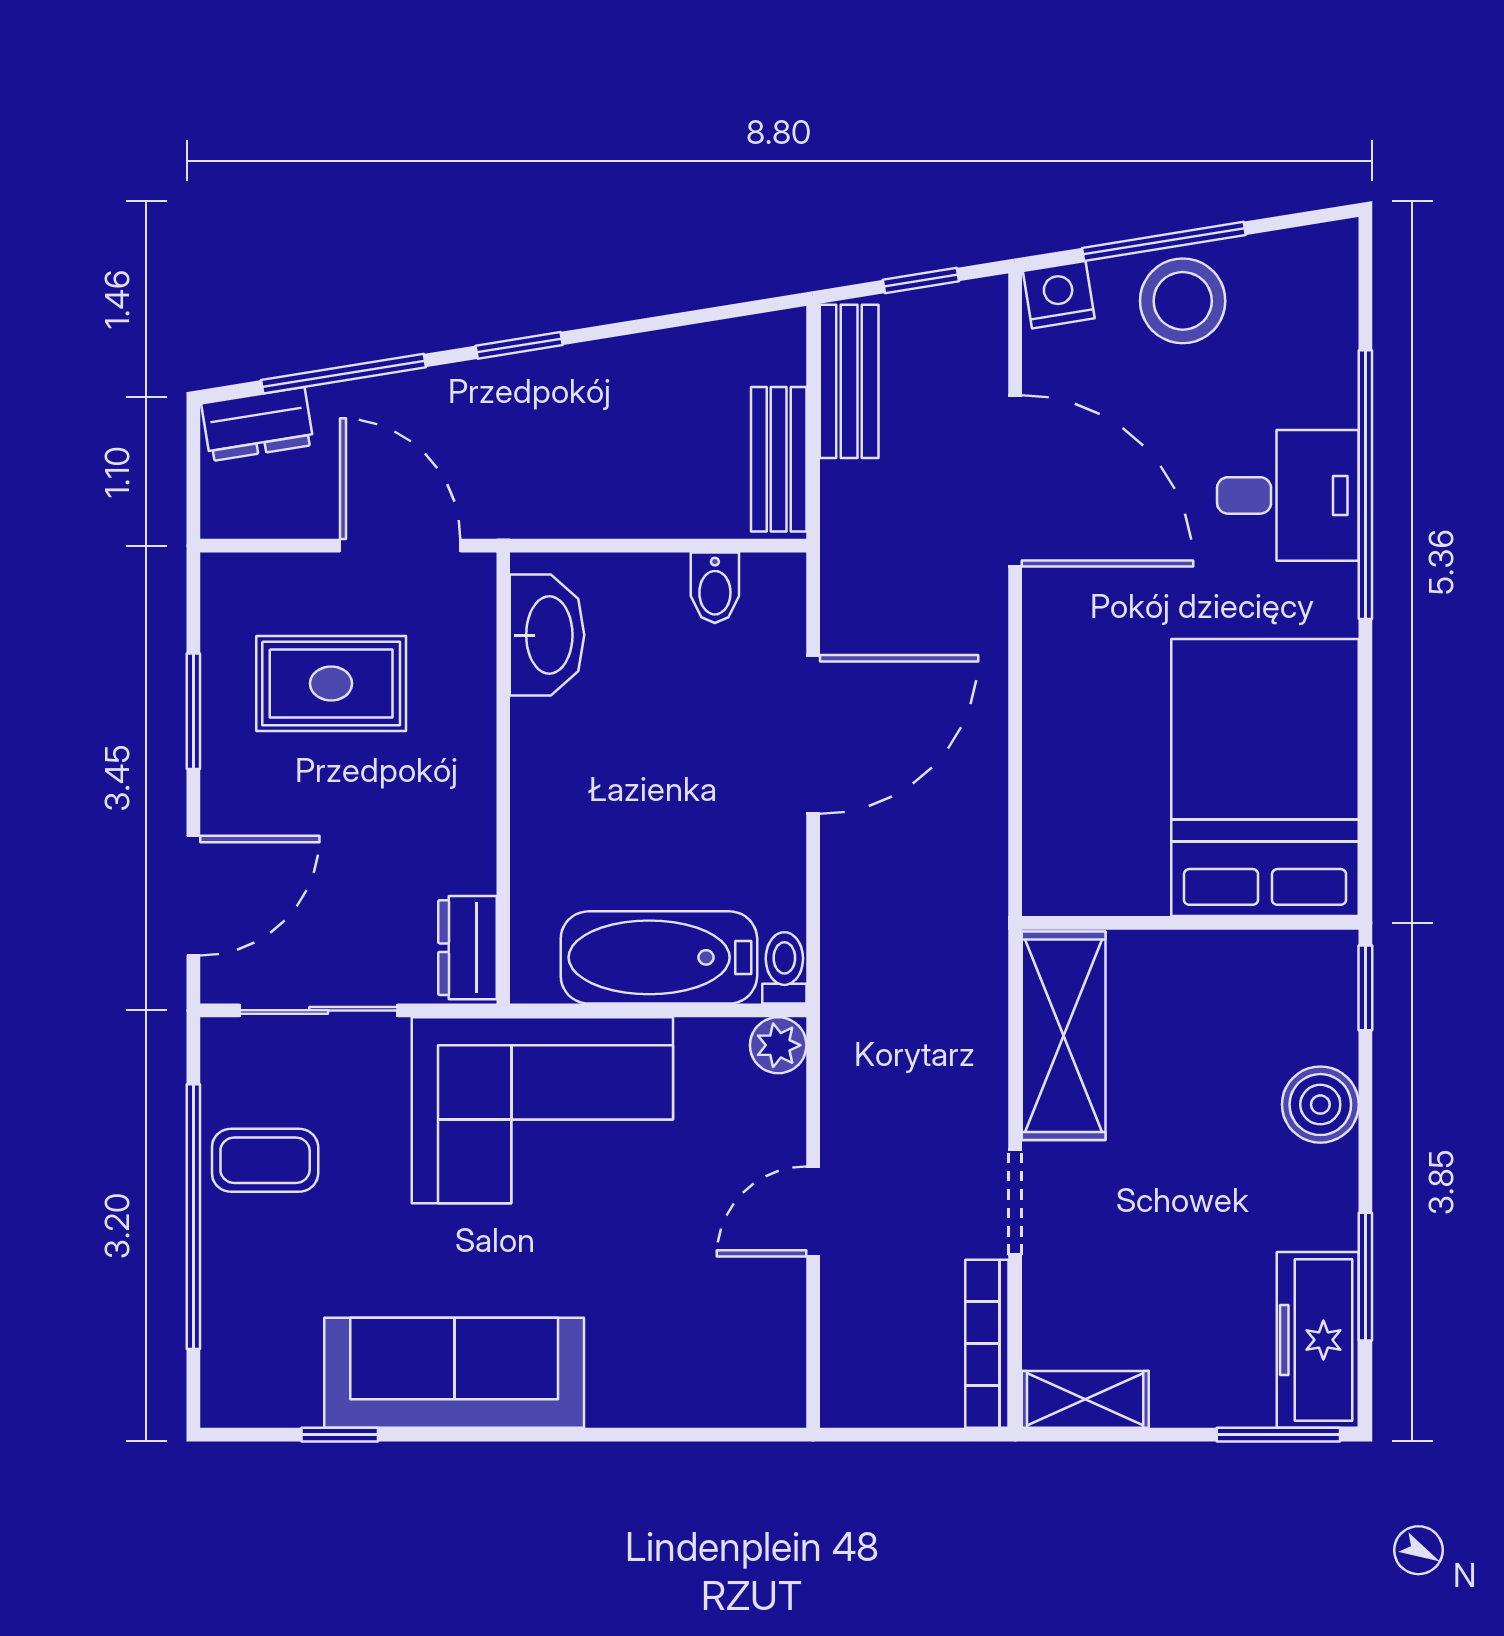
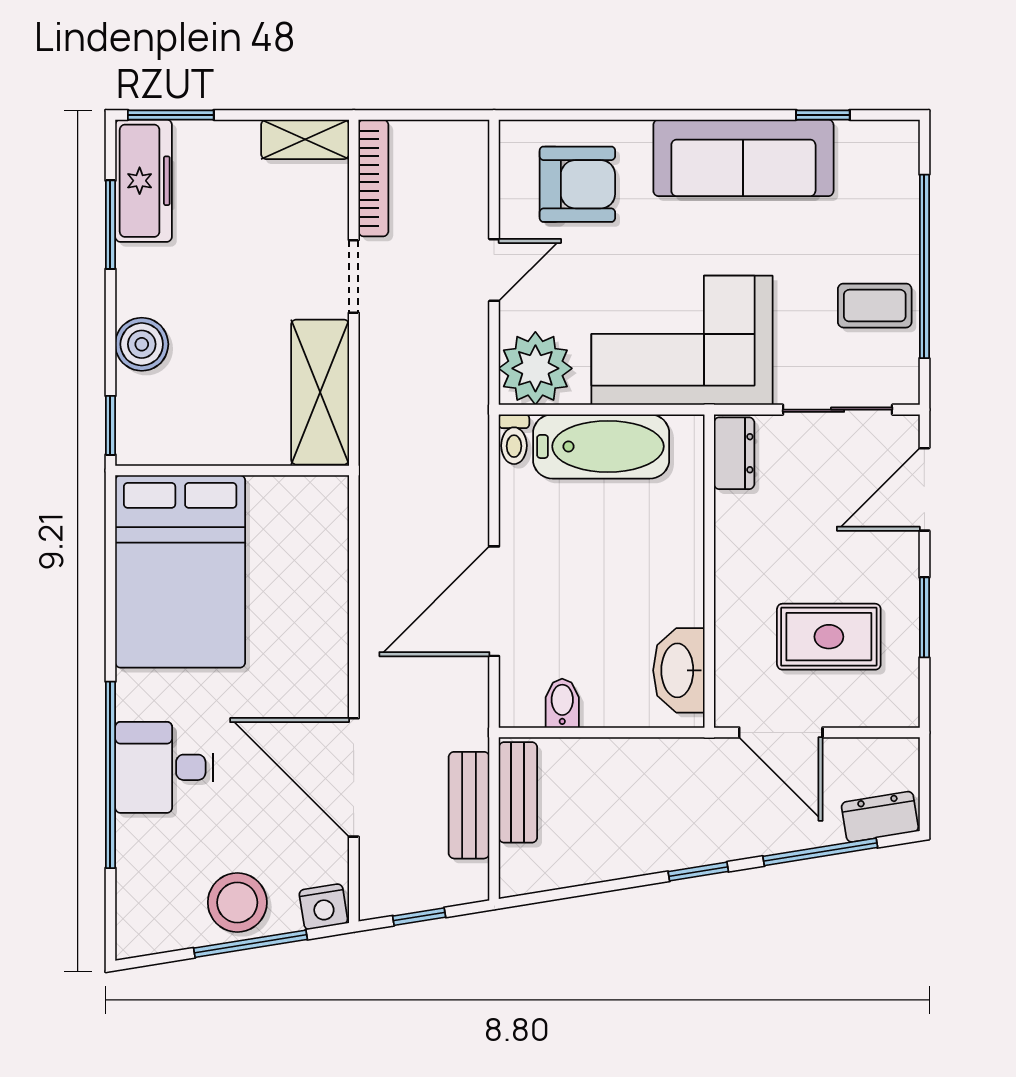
bench: (849, 381) -> (469, 805), moved
plant: (778, 1045) -> (535, 368), width x1.87, depth x1.87
armchair: (693, 1335) -> (577, 184), added

